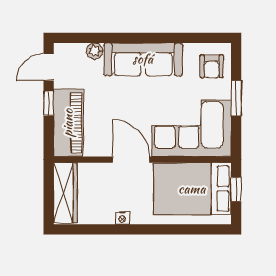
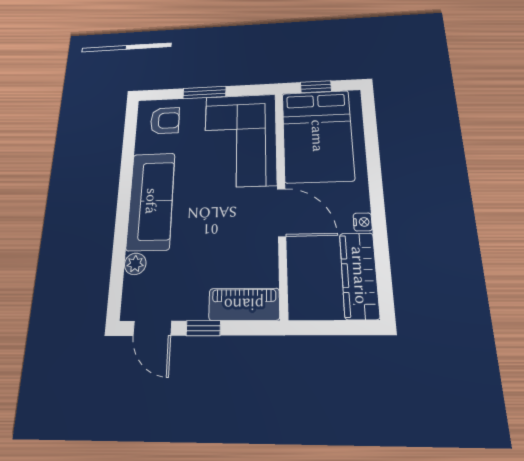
piano: (68, 123) -> (244, 304), width x0.73, depth x0.75
door: (131, 160) -> (282, 212), swing flipped
wardrobe: (65, 193) -> (359, 275), moved, turned -90

